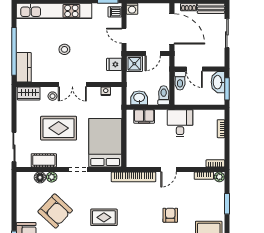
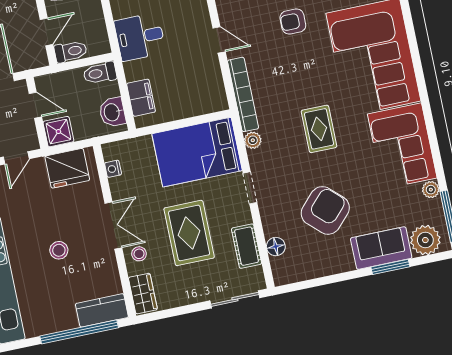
fridge: (114, 64) -> (67, 168), width x1.88, depth x1.34
plant: (52, 177) -> (253, 140), moved

